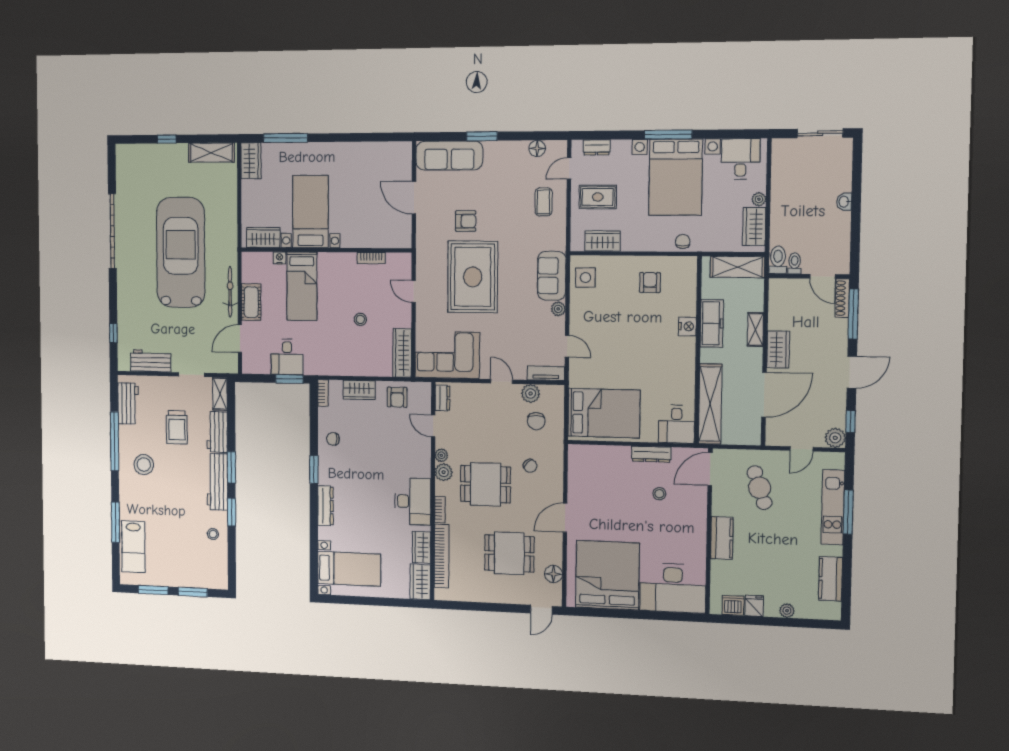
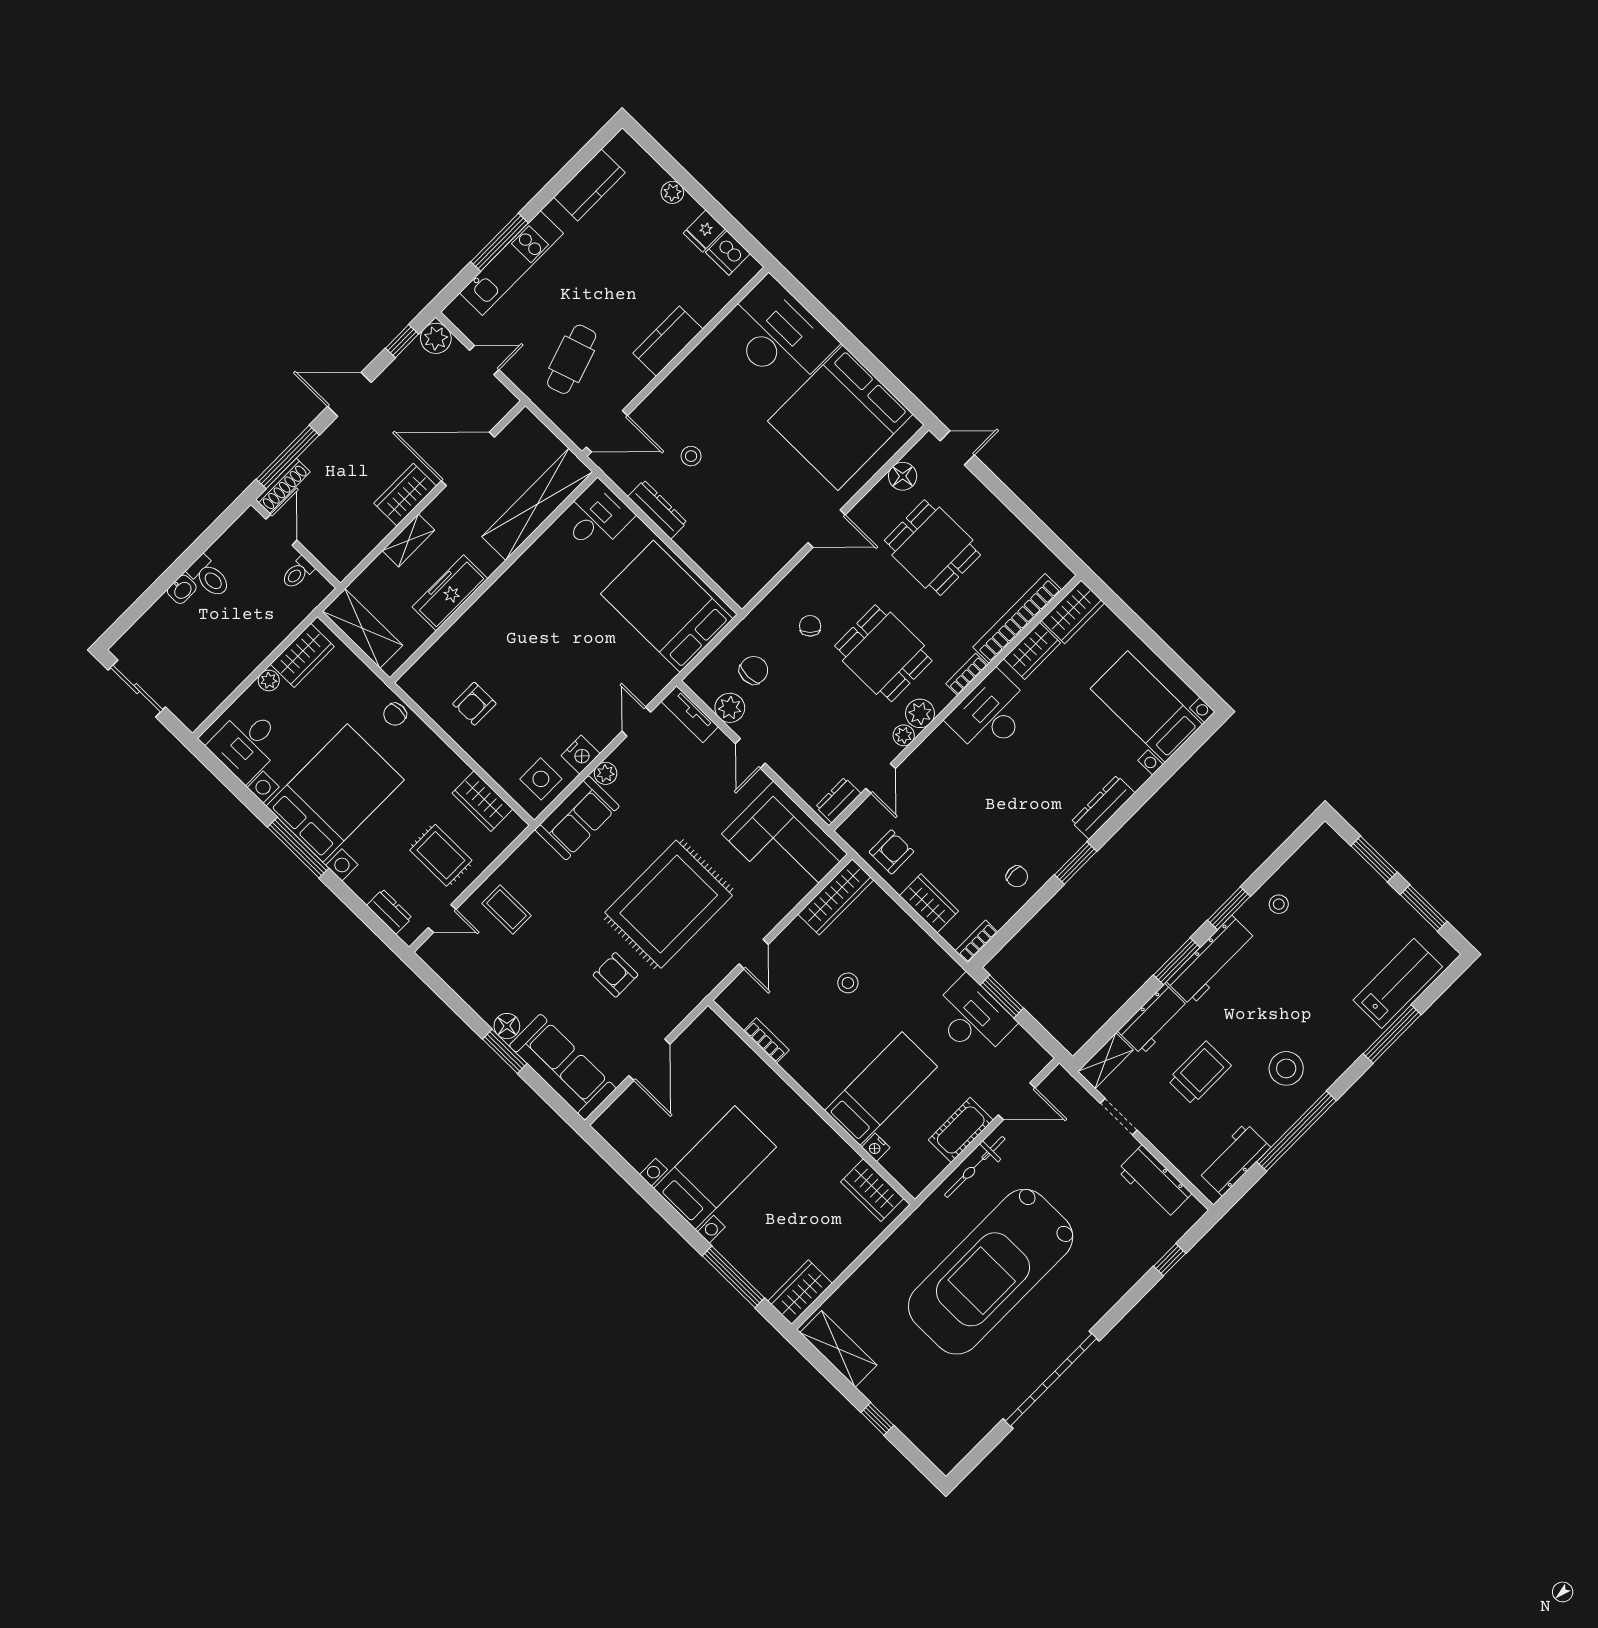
floor lamp: (537, 148) -> (507, 1026), moved
coffee table: (544, 202) -> (506, 909), turned 90
bed with nightstands: (310, 212) -> (715, 1168), moved, turned 180
toilet: (778, 260) -> (209, 577), moved, turned -90
nightstand: (687, 326) -> (580, 755), moved, turned 180
desk: (287, 357) -> (972, 1018), width x1.37

